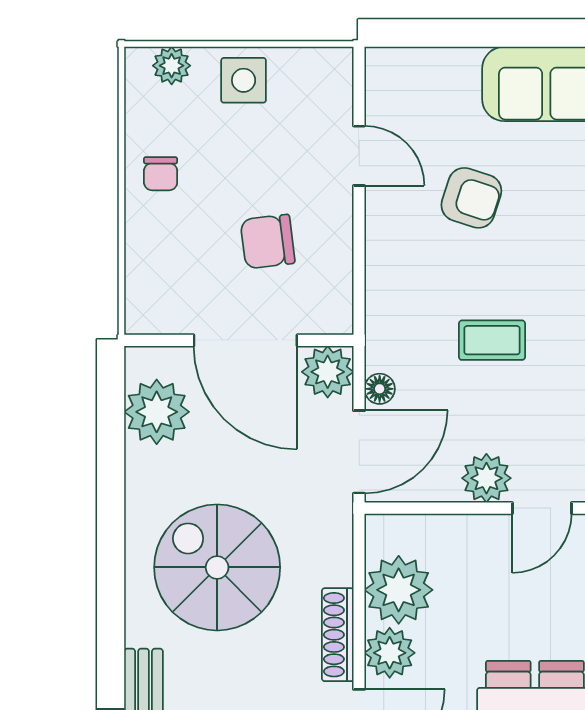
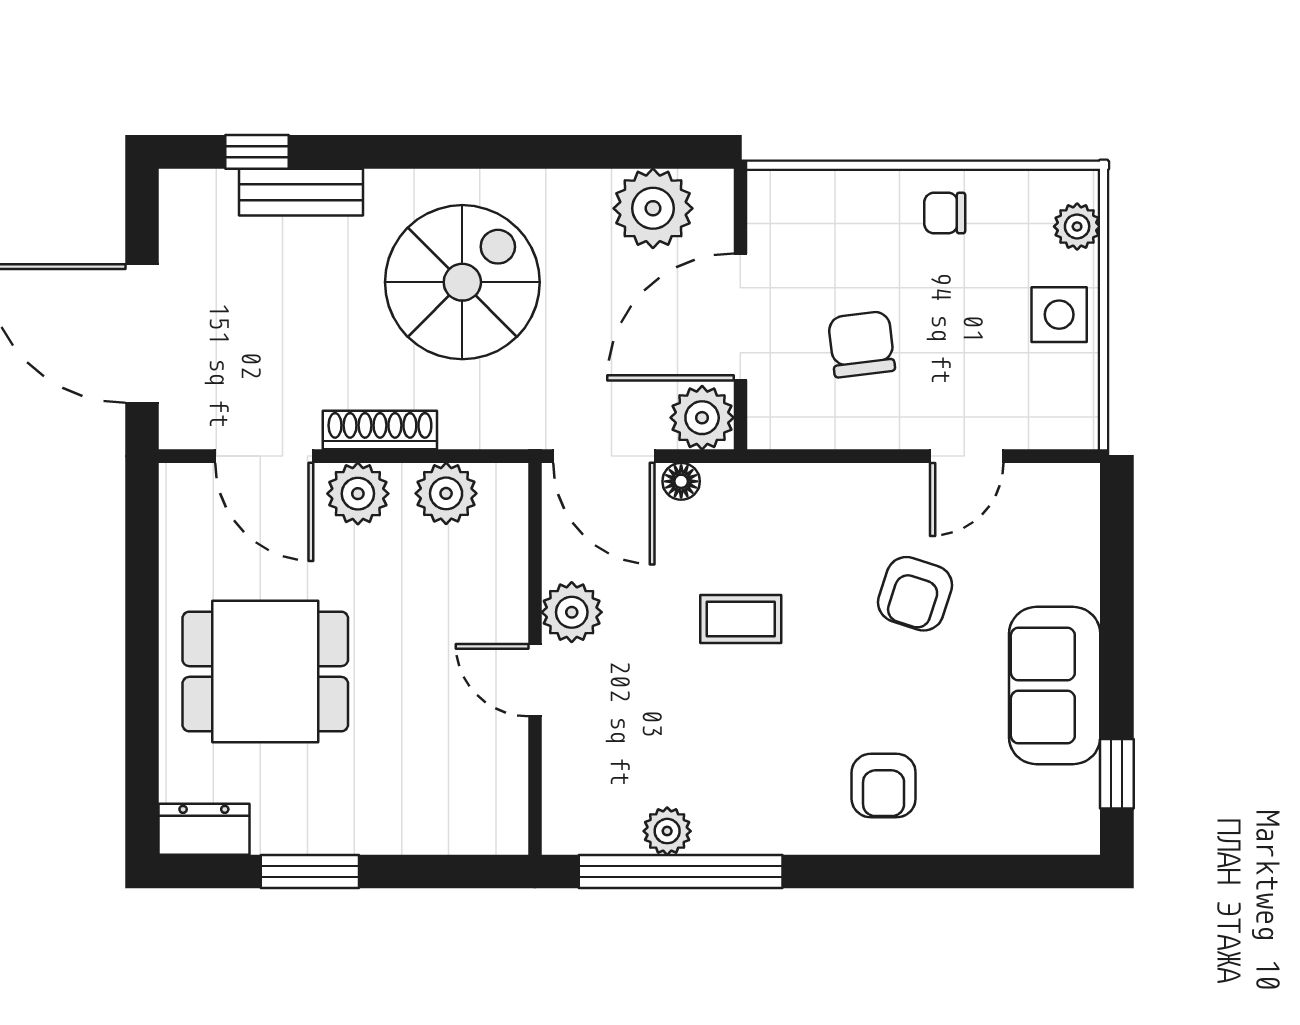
coffee table: (492, 340) -> (741, 619), turned 90
plant: (399, 590) -> (446, 493), width x0.73, depth x0.73

